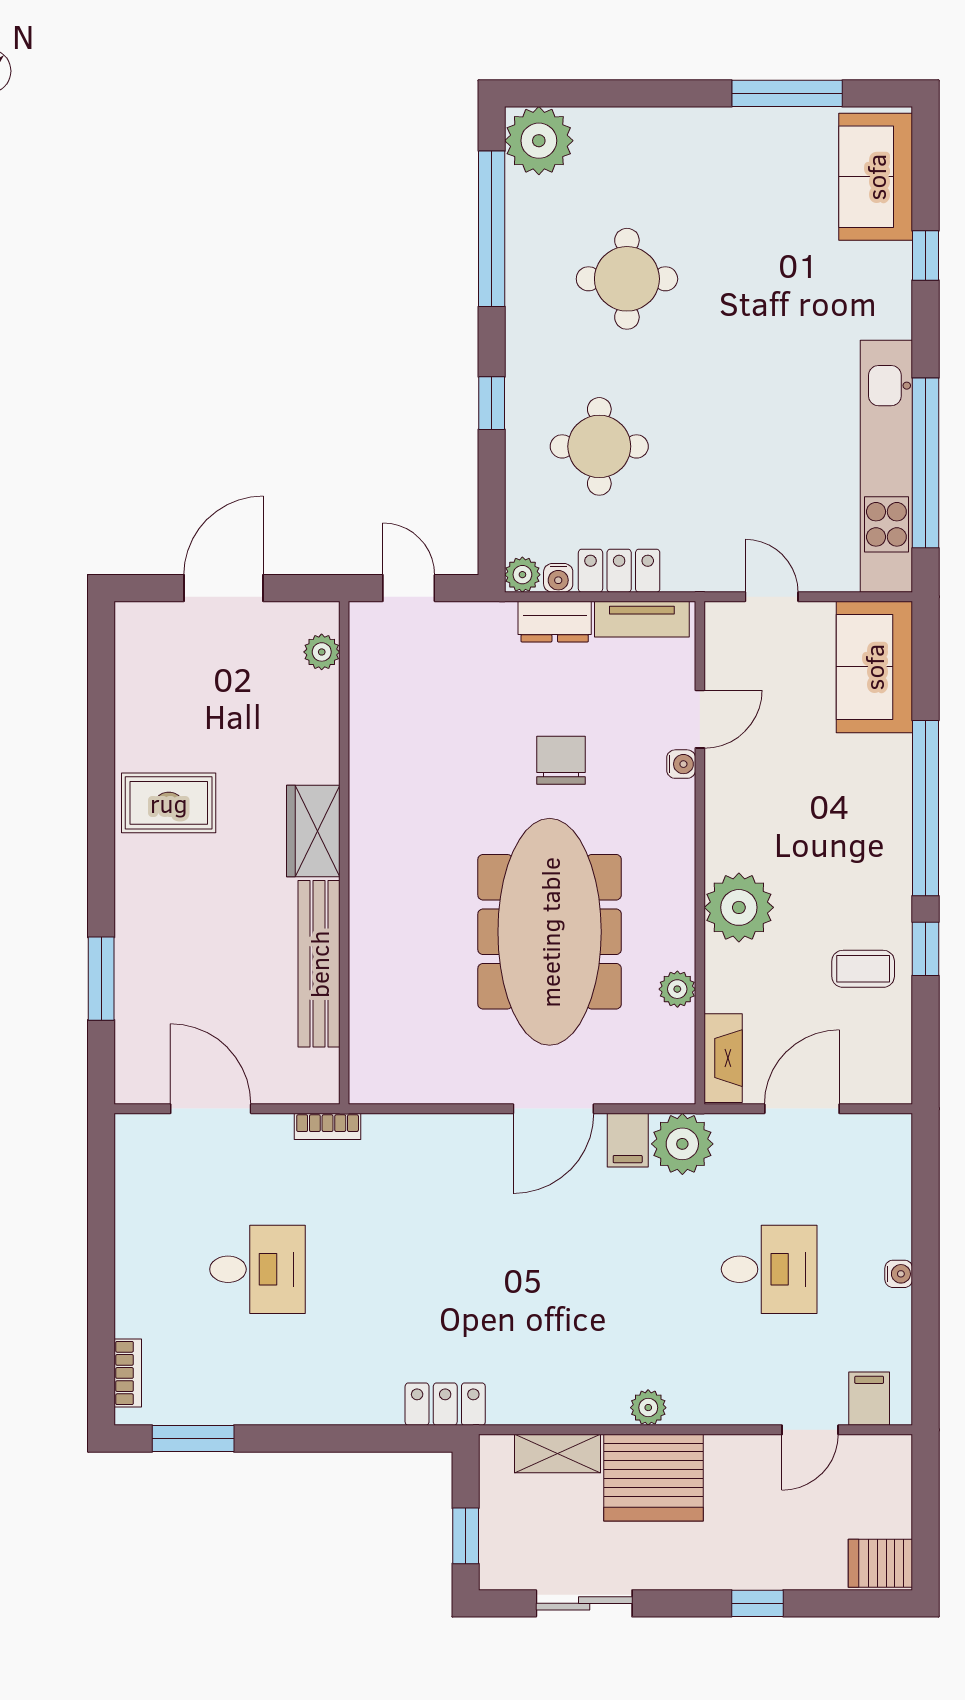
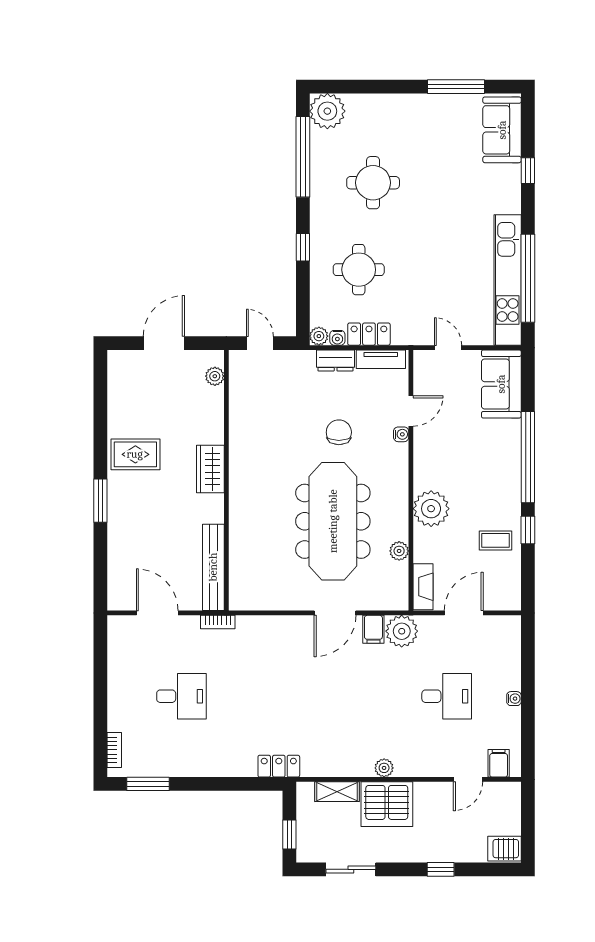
bench: (319, 964) -> (213, 567), moved
window: (101, 979) -> (100, 501), moved

